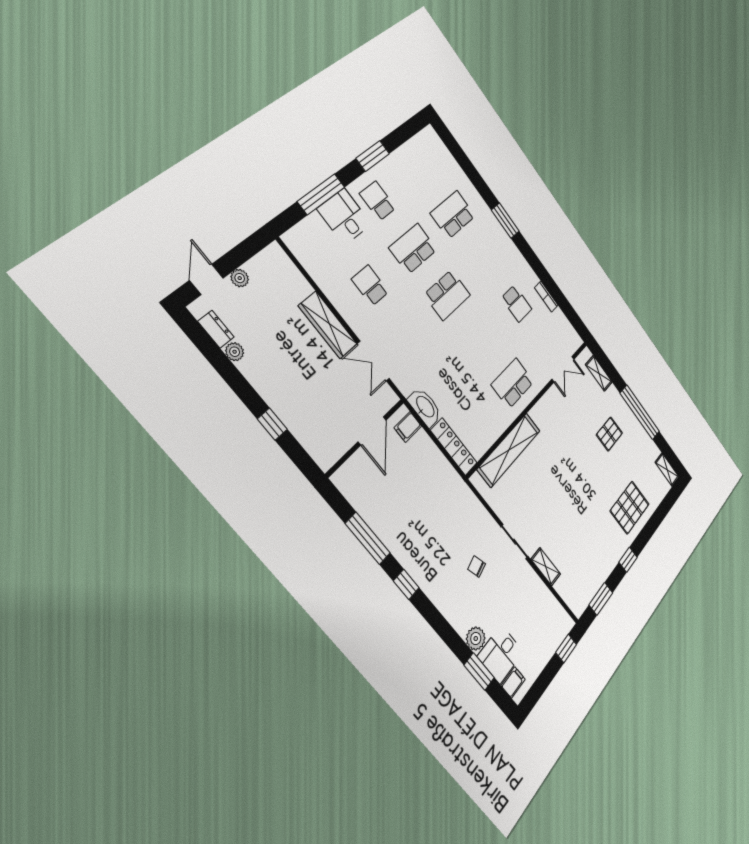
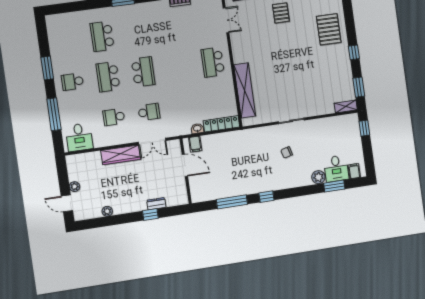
desk: (344, 217) -> (79, 137), moved, turned -90
school desk: (517, 304) -> (149, 112), moved
dresser: (216, 329) -> (156, 204), moved
washbasin: (425, 407) -> (197, 128), width x0.52, depth x0.69
shelving: (546, 567) -> (346, 107), moved

